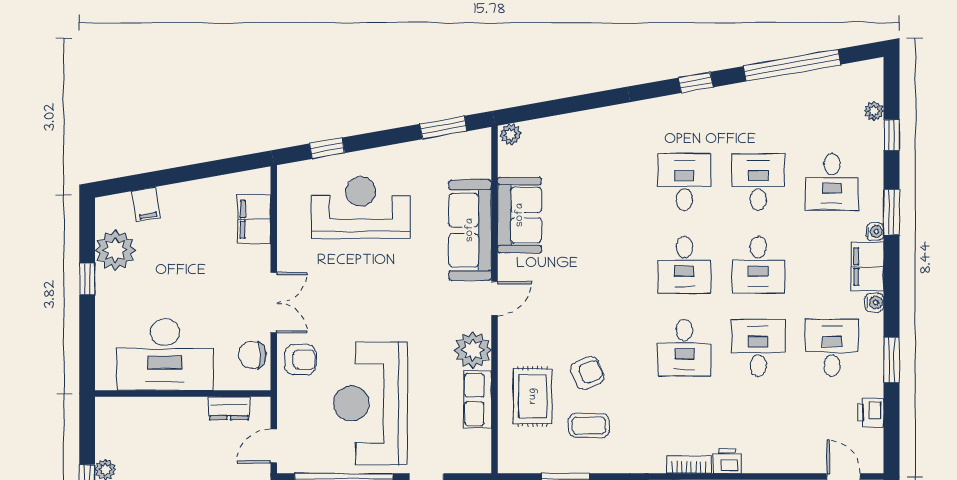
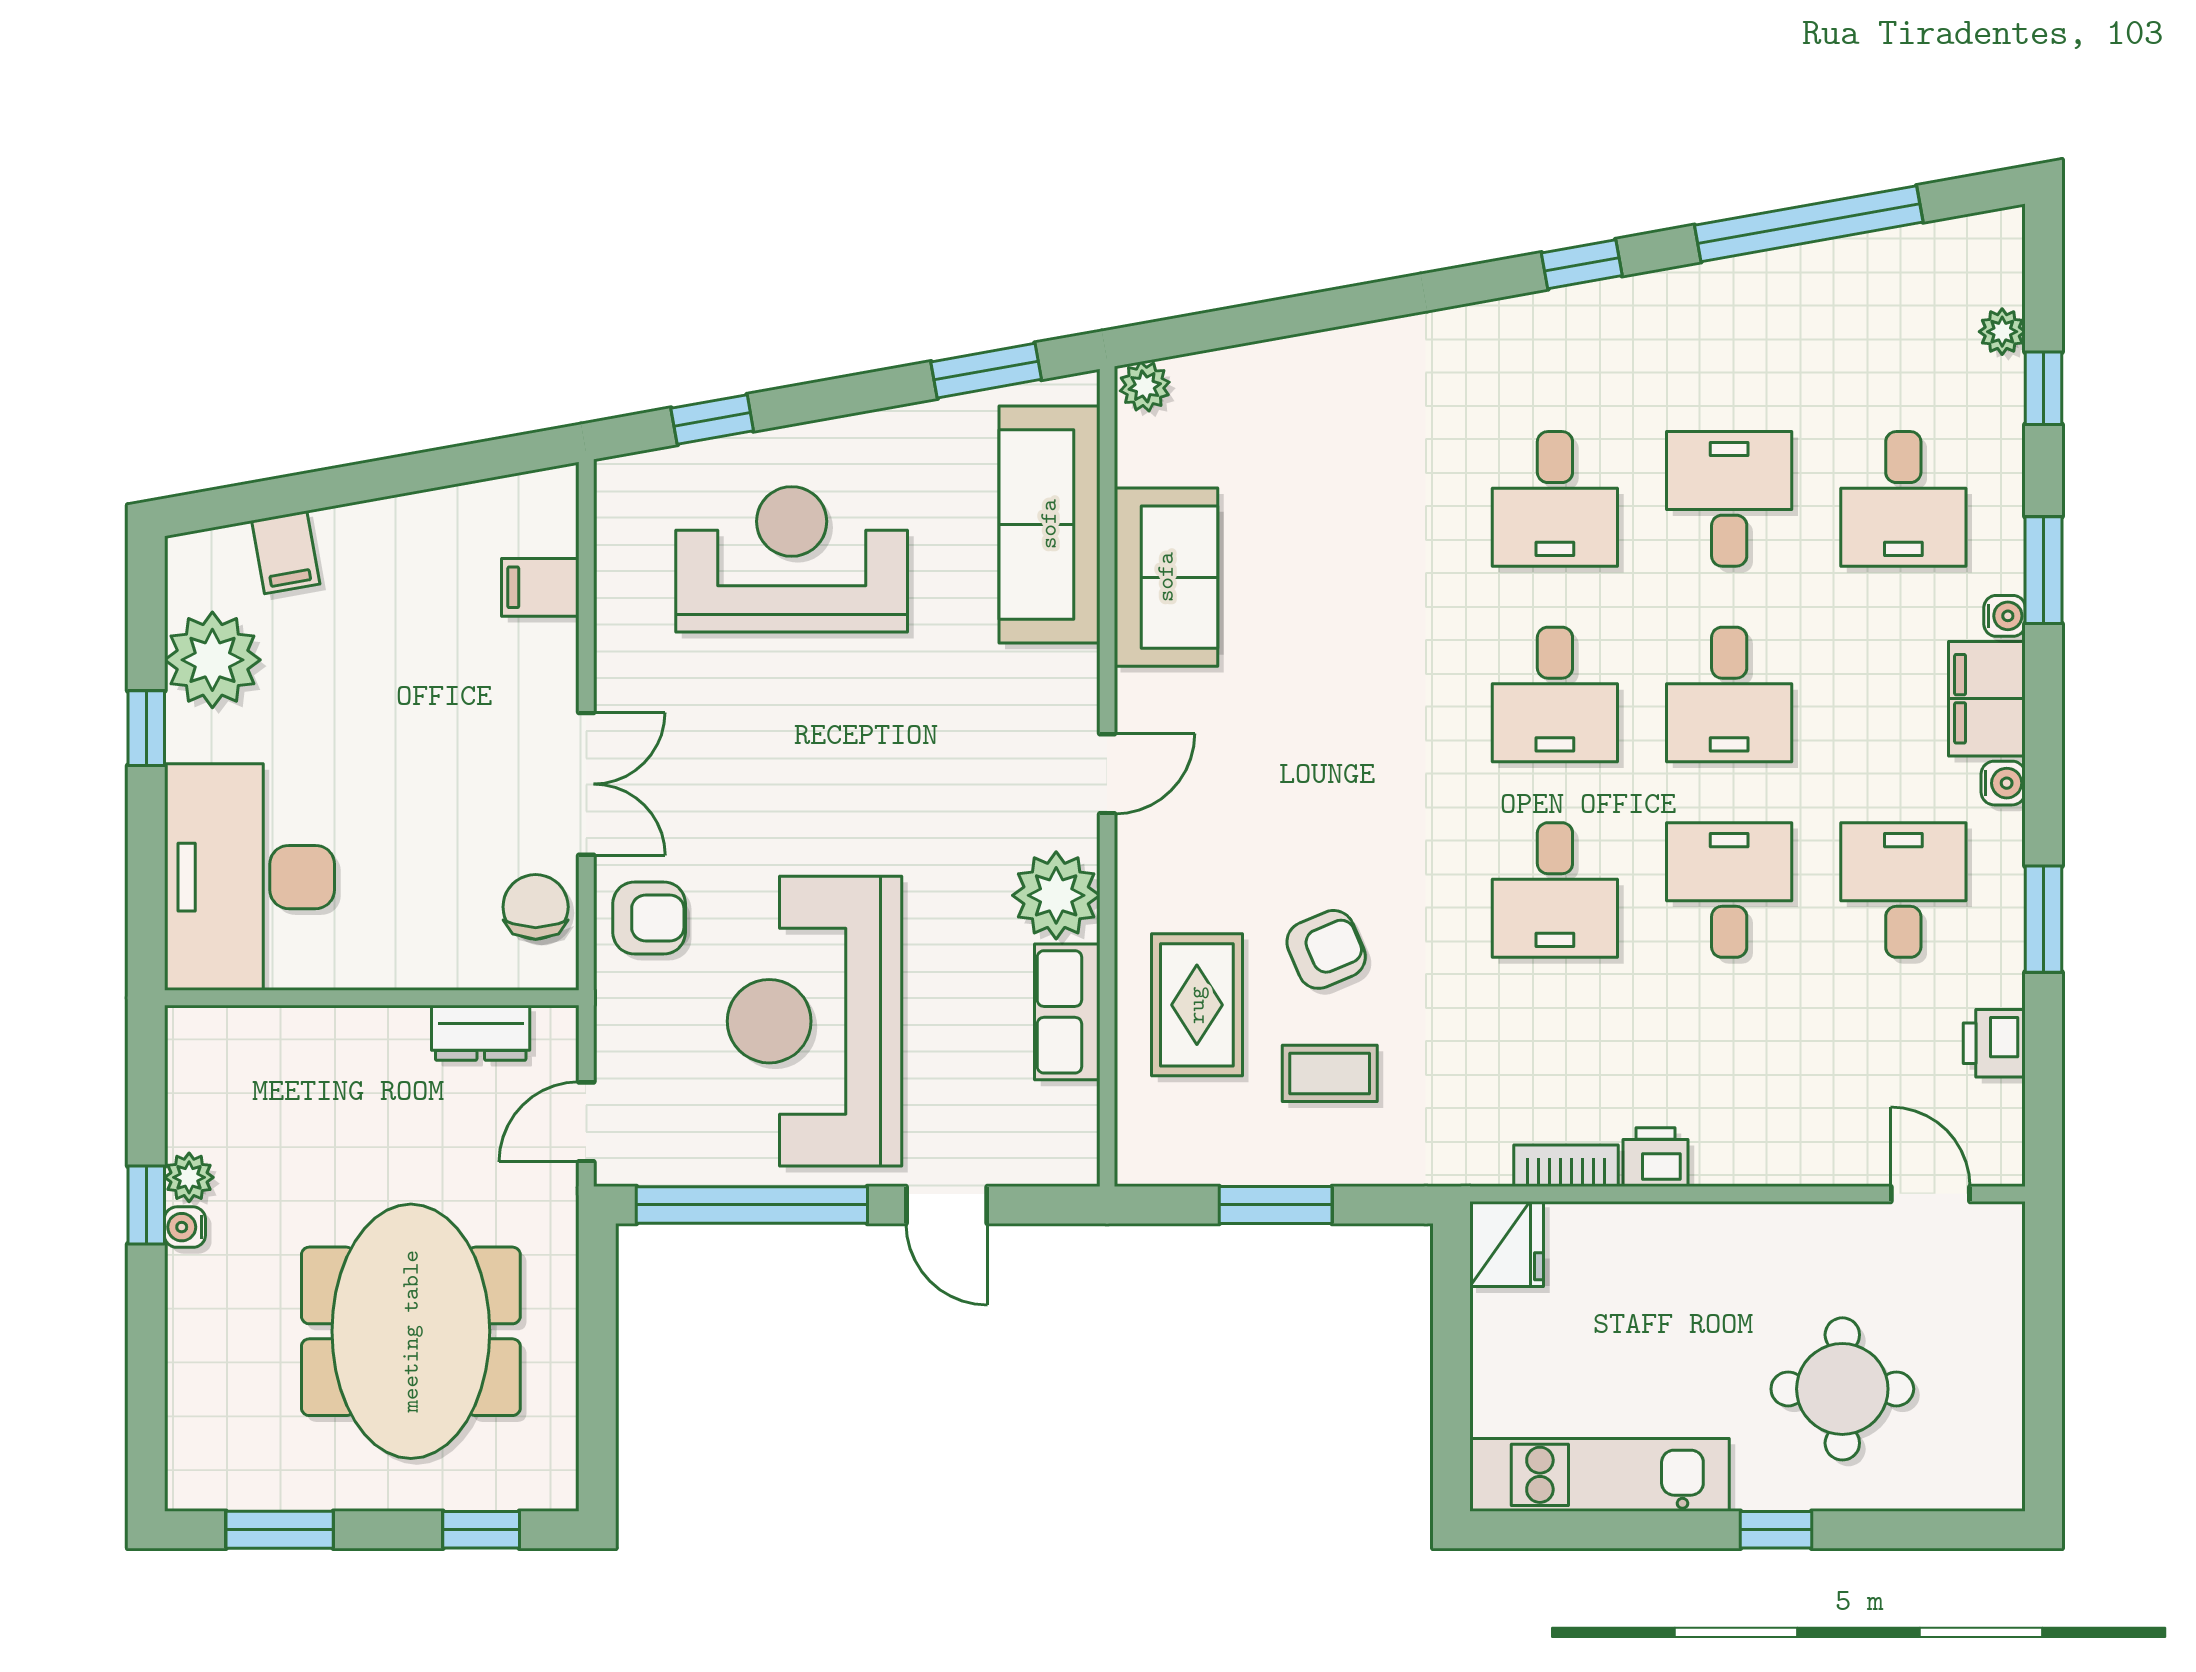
desk: (684, 182) -> (1555, 499), turned 180
filing cabinet: (254, 219) -> (540, 587), width x0.50
sofa: (470, 230) -> (1049, 524), moved
desk: (165, 354) -> (249, 877), moved, turned 90
chair: (252, 355) -> (536, 907), turned 90

